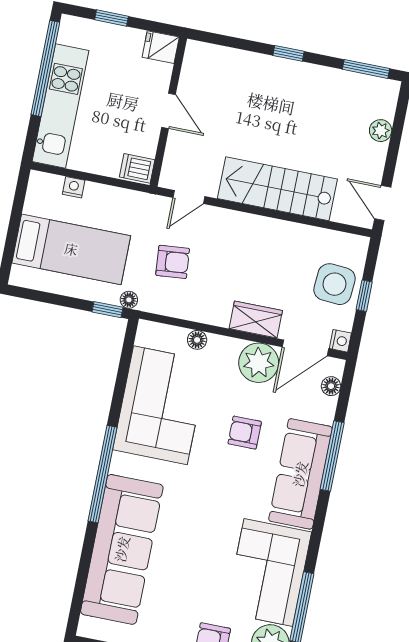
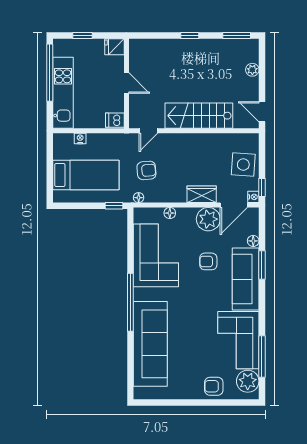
window: (364, 296) -> (262, 187), moved
floor lamp: (129, 300) -> (139, 198), moved
floor lamp: (331, 386) -> (253, 241), moved
window: (332, 456) -> (262, 265), width x0.69

